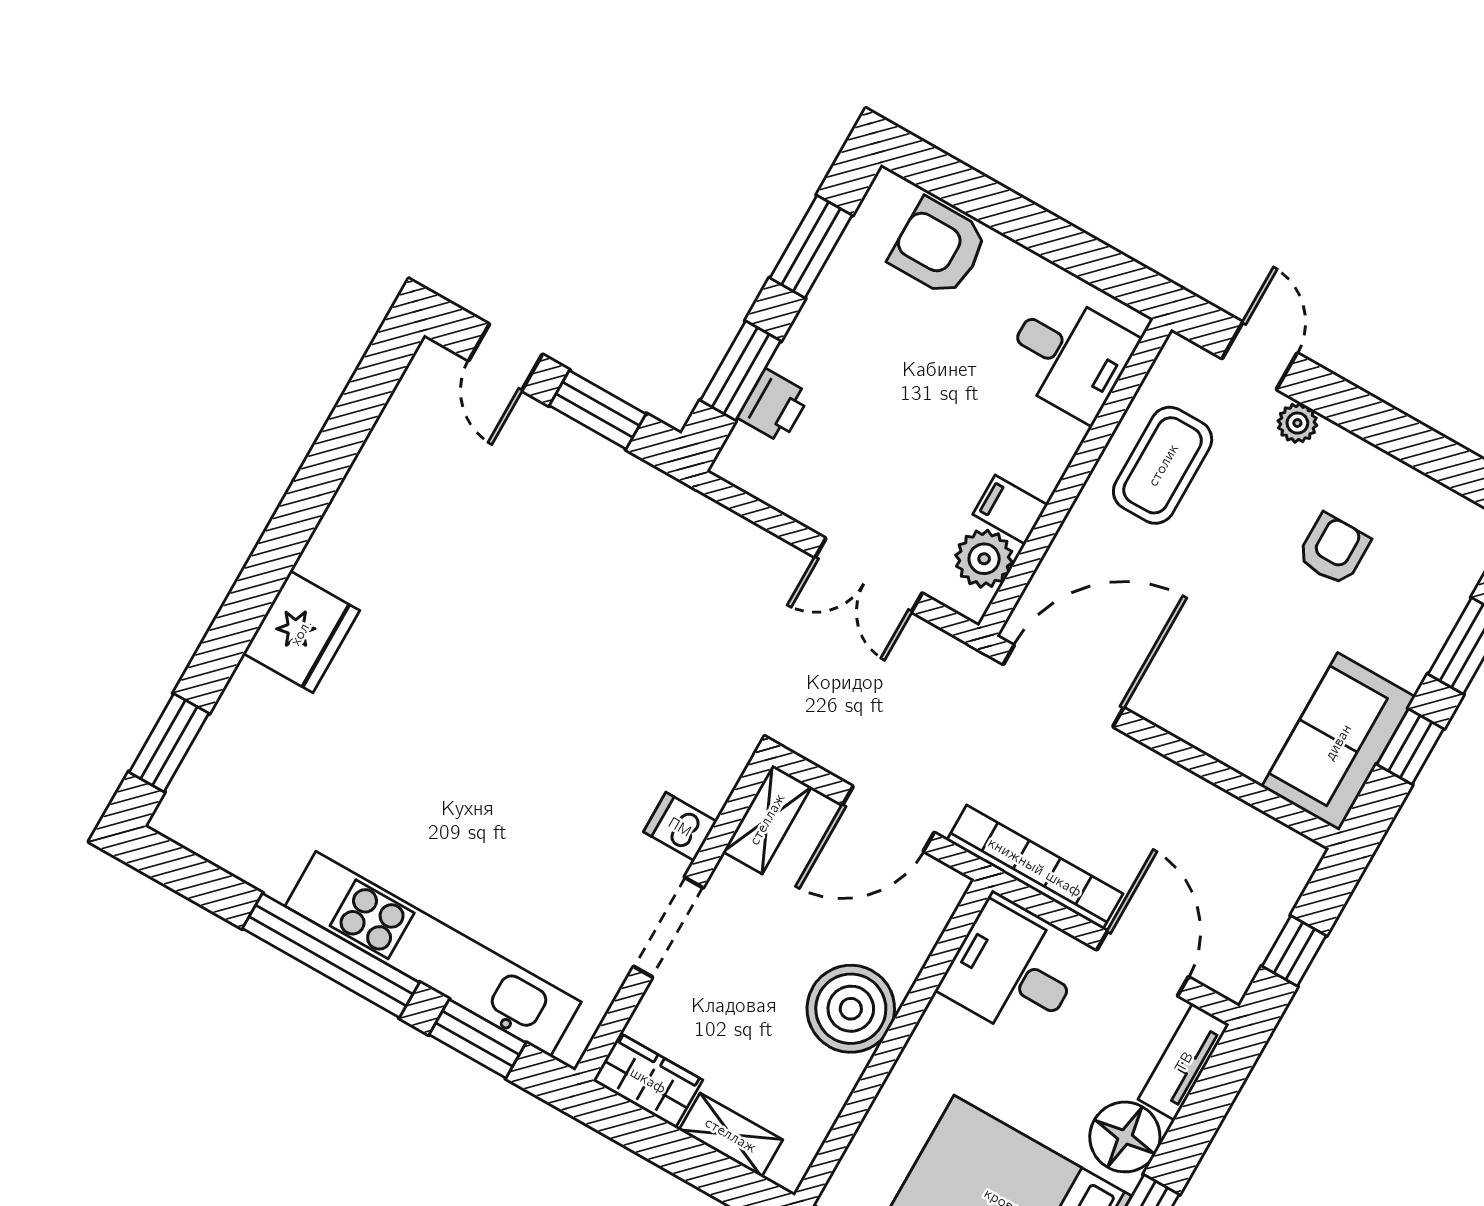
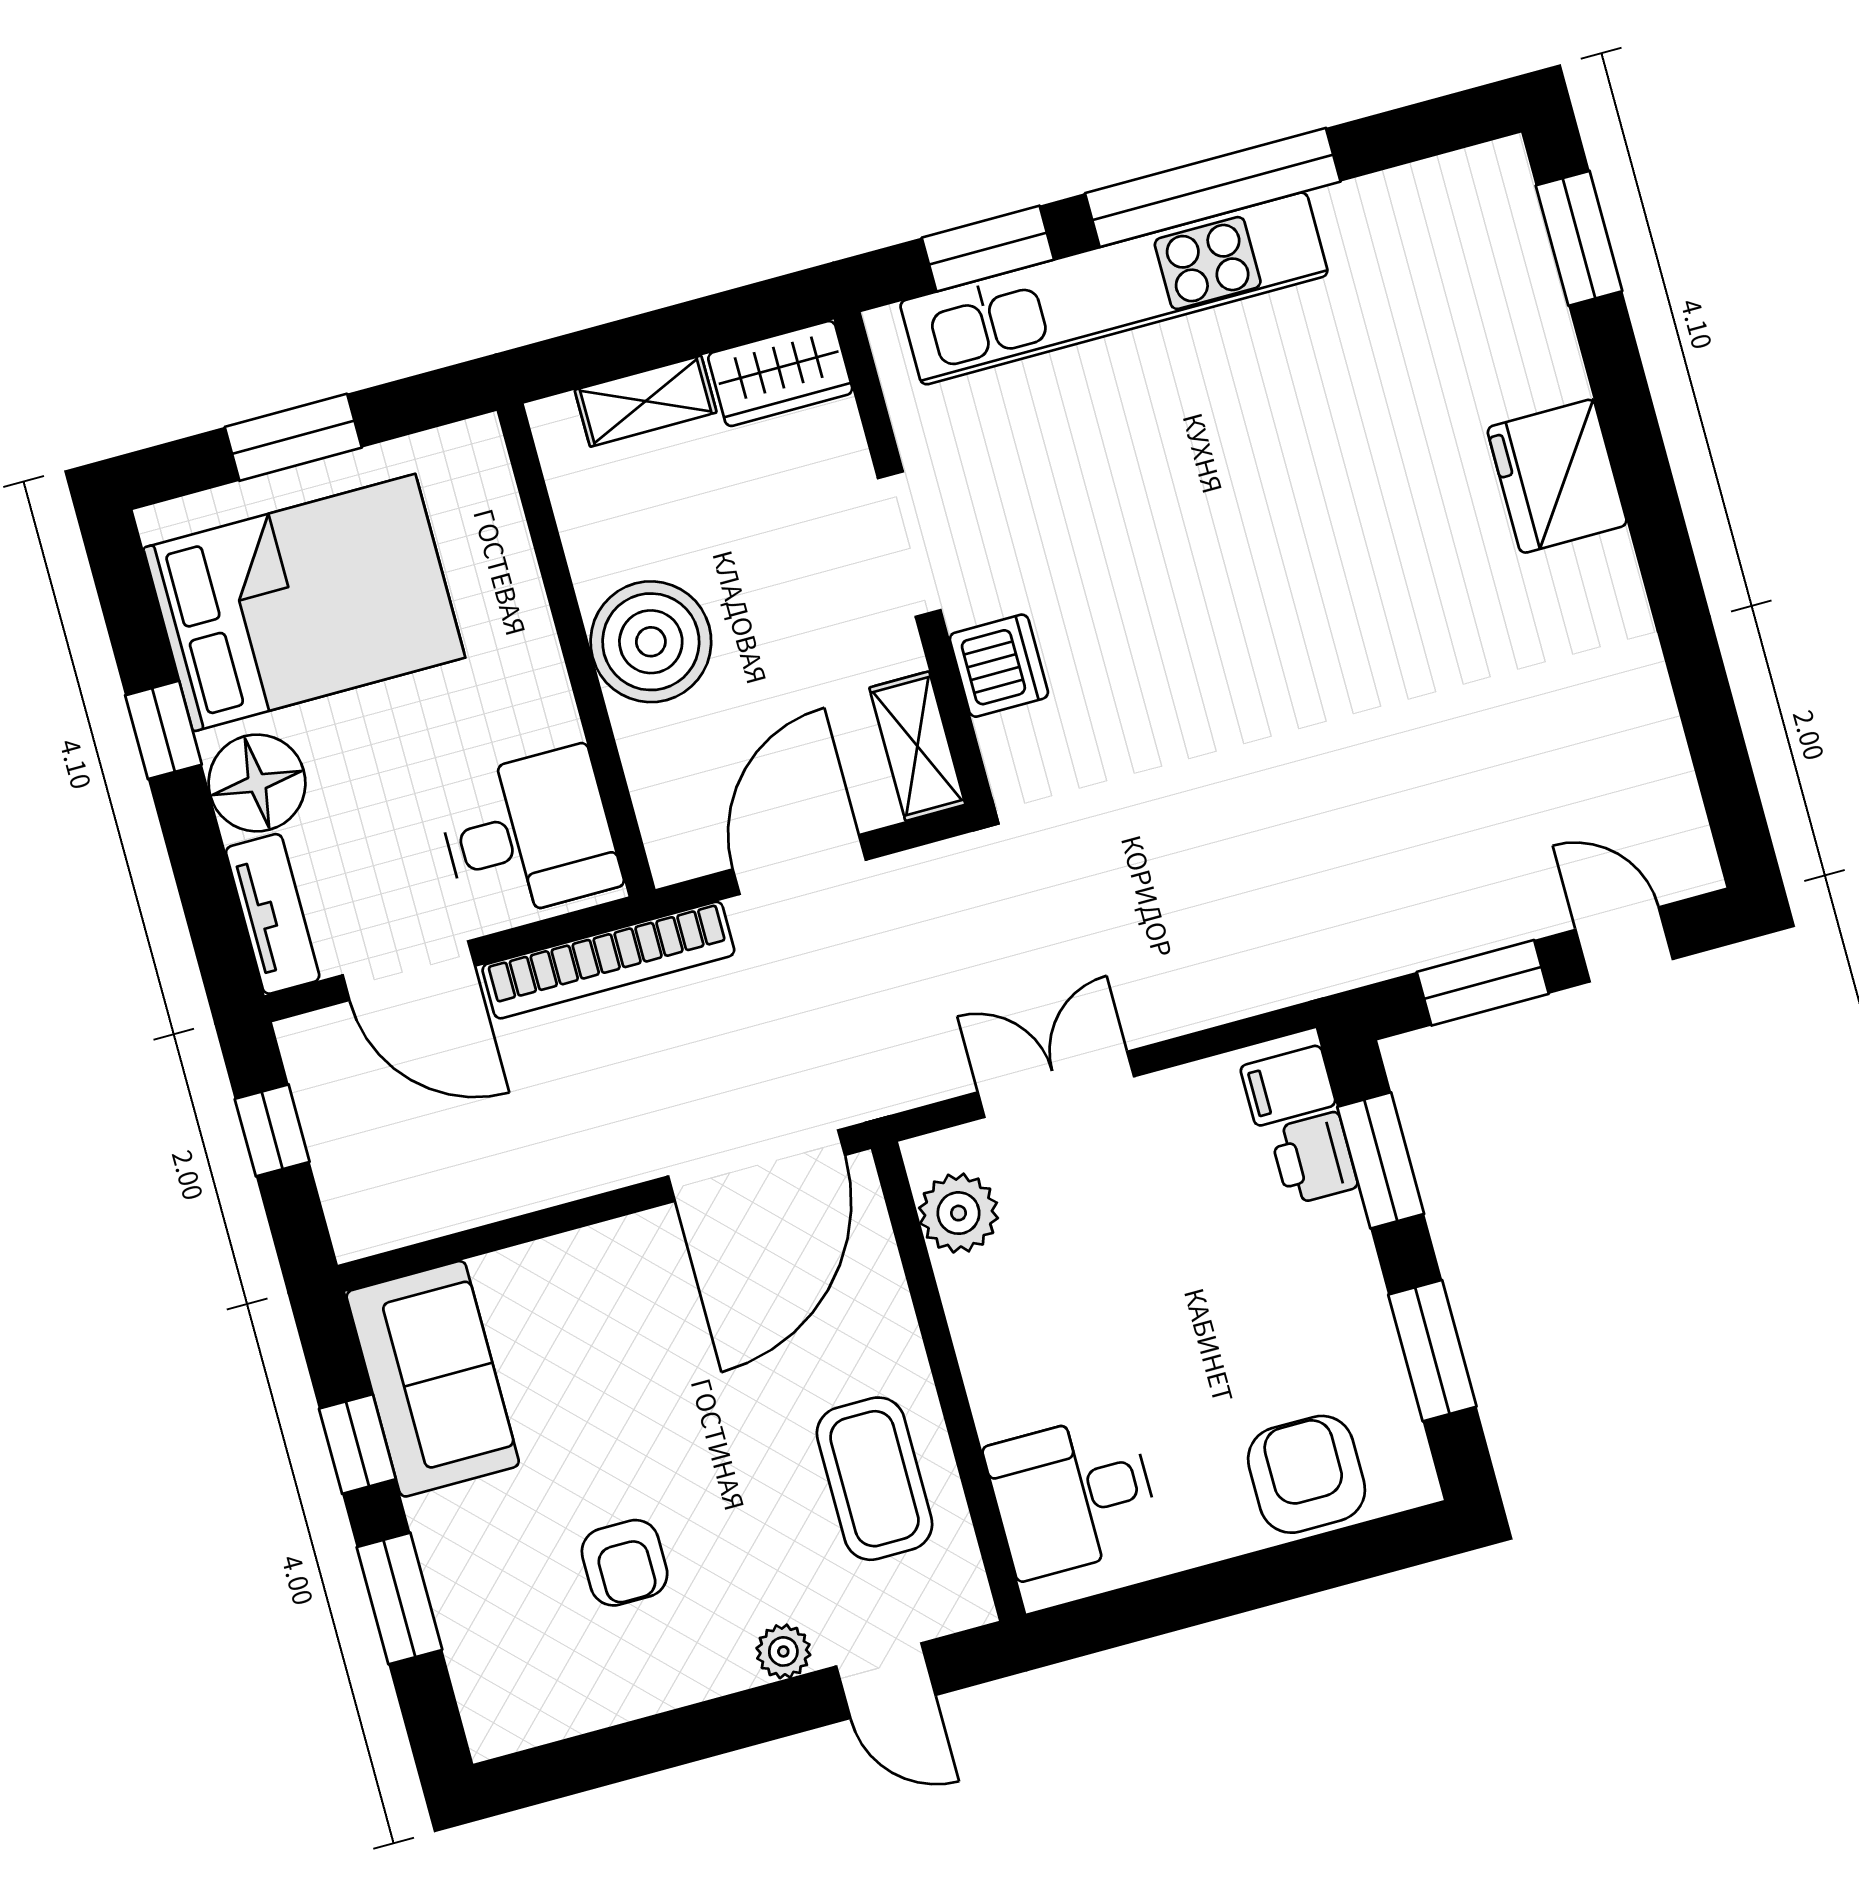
armchair: (939, 247) -> (1307, 1474), turned -90
filing cabinet: (1010, 510) -> (1288, 1086), moved, turned 180
dishwasher: (680, 827) -> (999, 666), width x1.38

